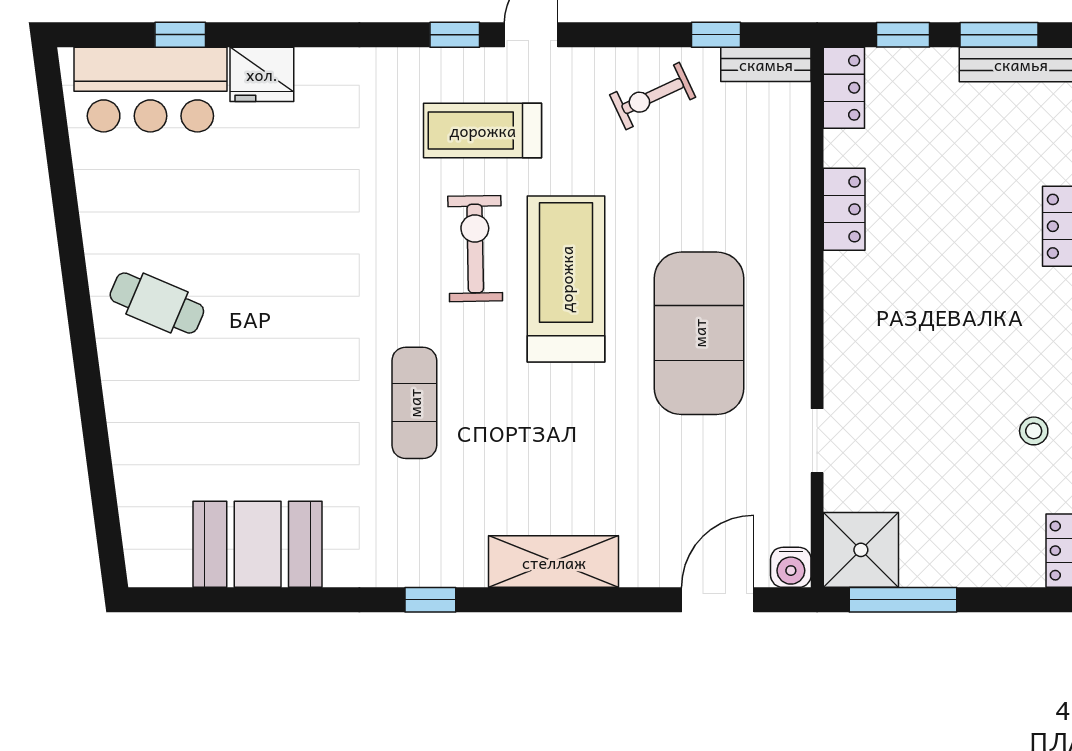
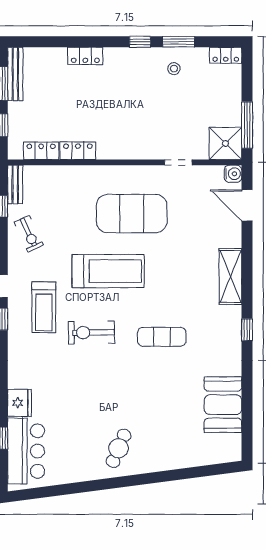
locker: (844, 88) -> (41, 151), moved
exercise bike: (475, 249) -> (91, 332), moved
treadmill: (566, 279) -> (108, 271), turned 180

